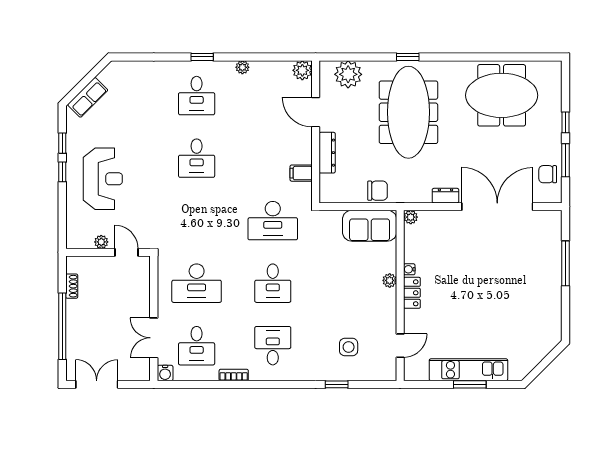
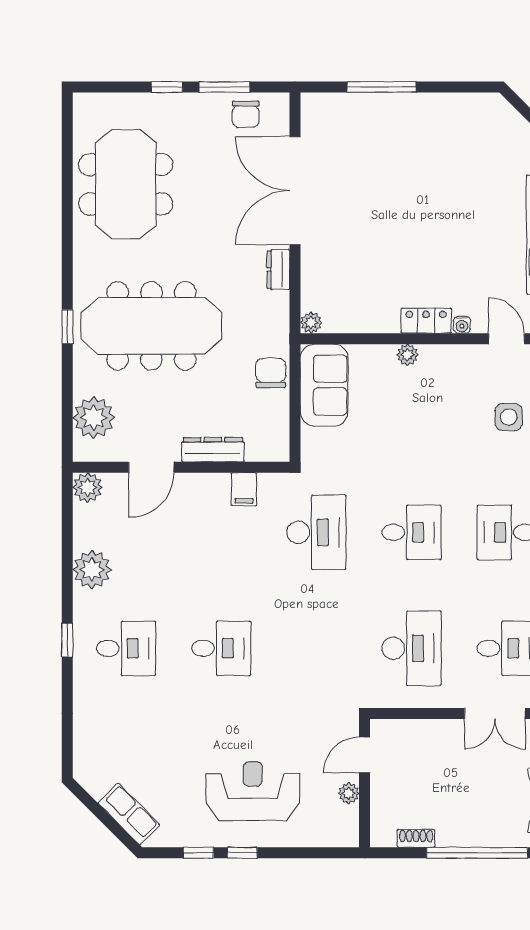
plant: (242, 67) -> (92, 570), width x1.87, depth x1.87
water cooler: (409, 269) -> (462, 325), moved

